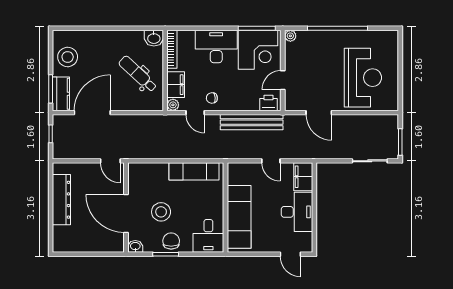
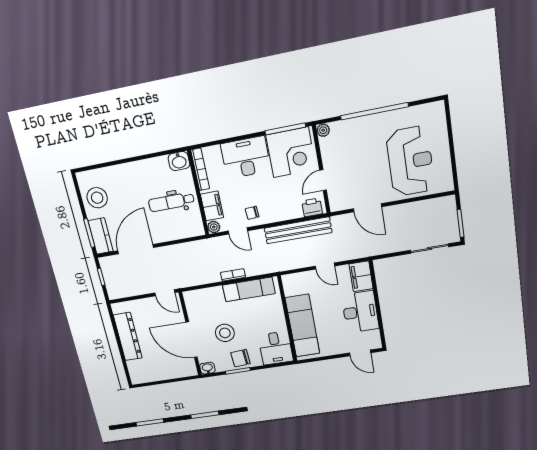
dental chair: (138, 74) -> (171, 202), turned -43
bookcase: (181, 154) -> (233, 275), added
chair: (171, 241) -> (241, 358), turned -94

